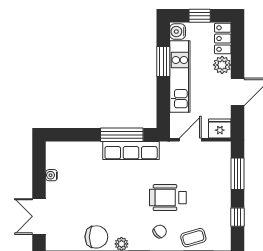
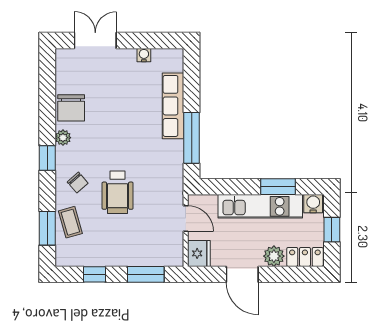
row of seats: (131, 150) -> (173, 106), moved
wheelchair: (168, 198) -> (118, 192), turned 180

